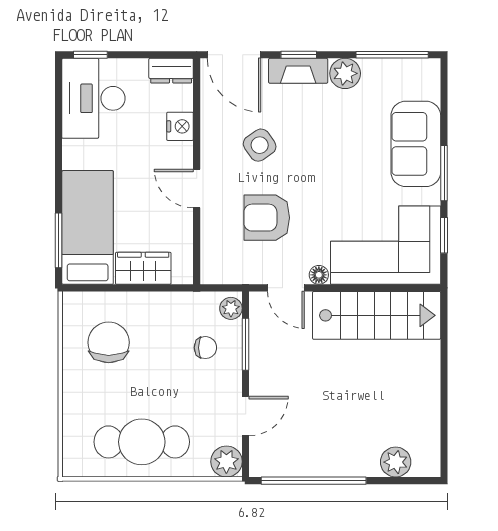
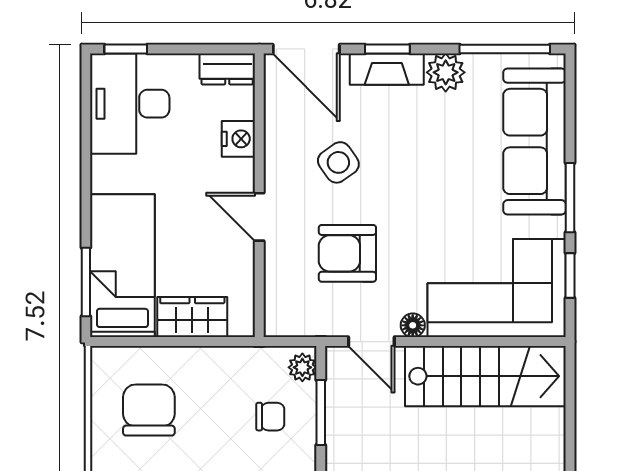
sofa: (416, 144) -> (534, 141), width x1.36

